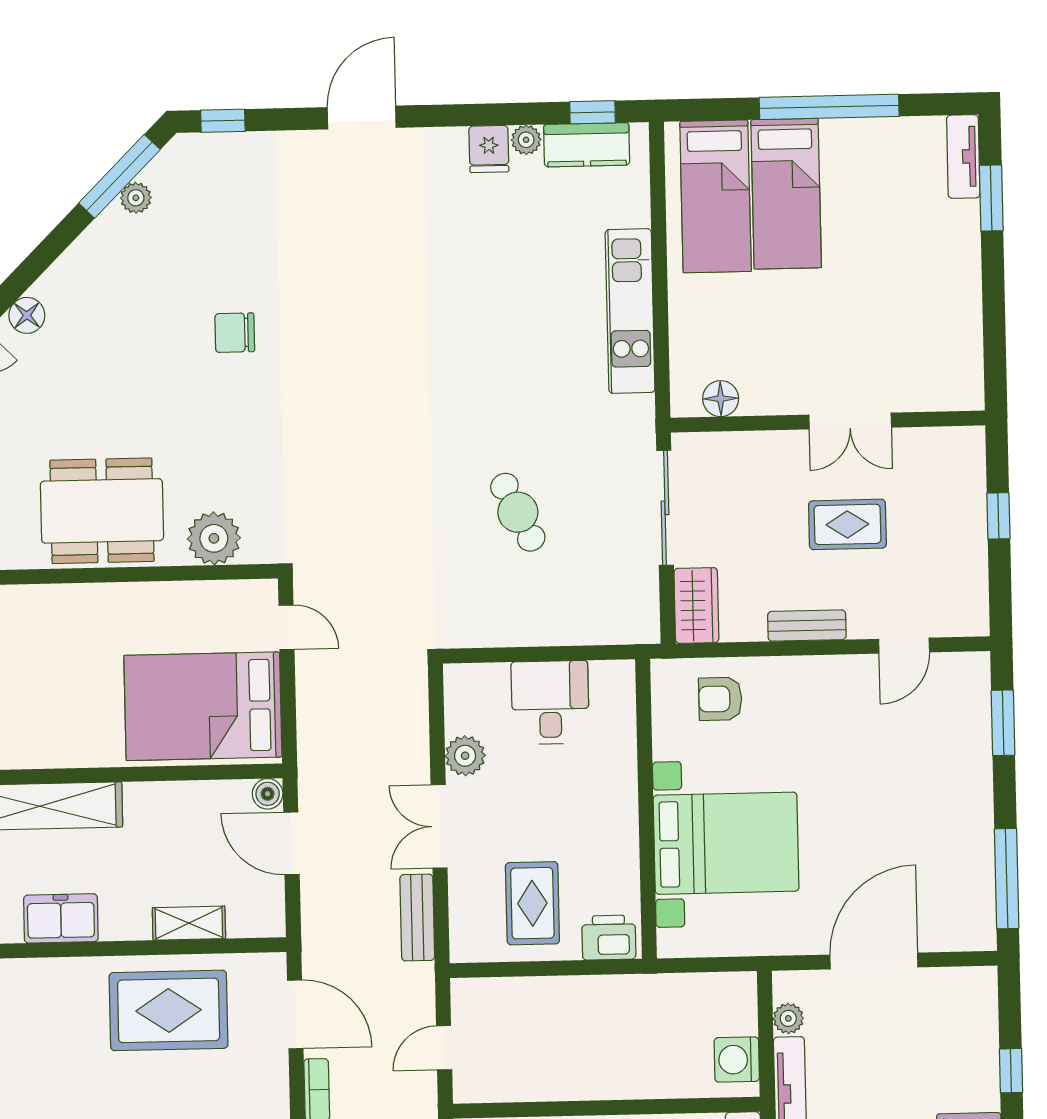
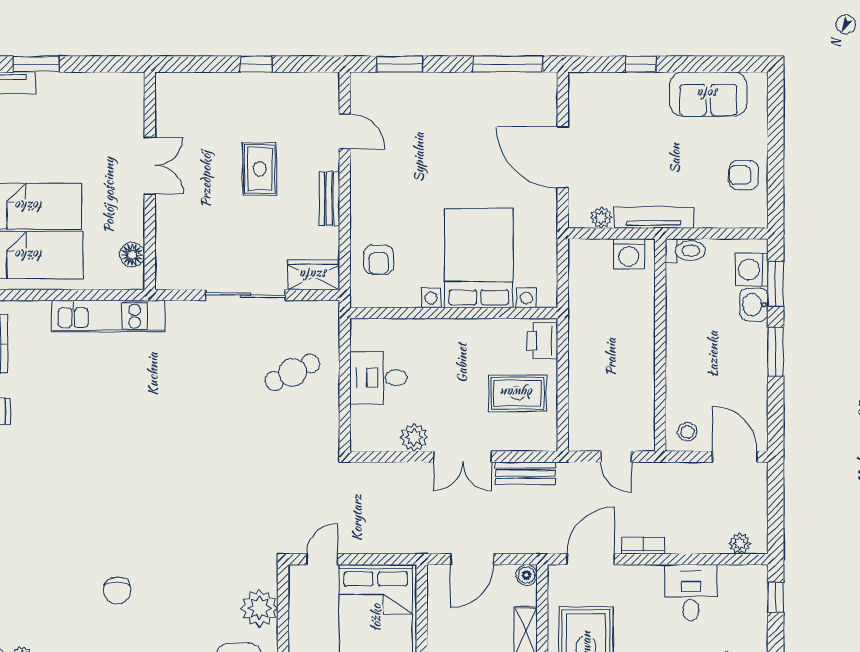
floor lamp: (721, 399) -> (132, 255), moved
double door: (850, 421) -> (150, 165), moved
wall: (828, 422) -> (150, 181), moved
cafe table: (518, 512) -> (293, 372), moved
boiler: (268, 794) -> (526, 575), moved

